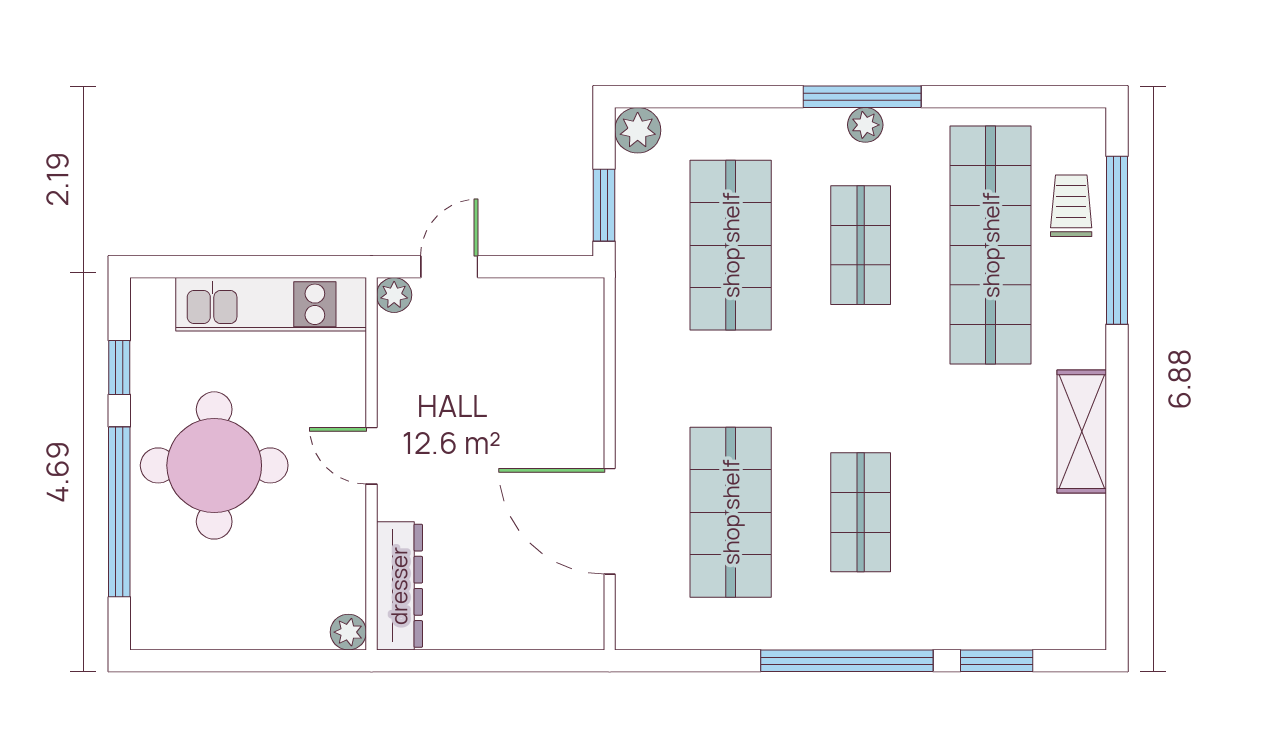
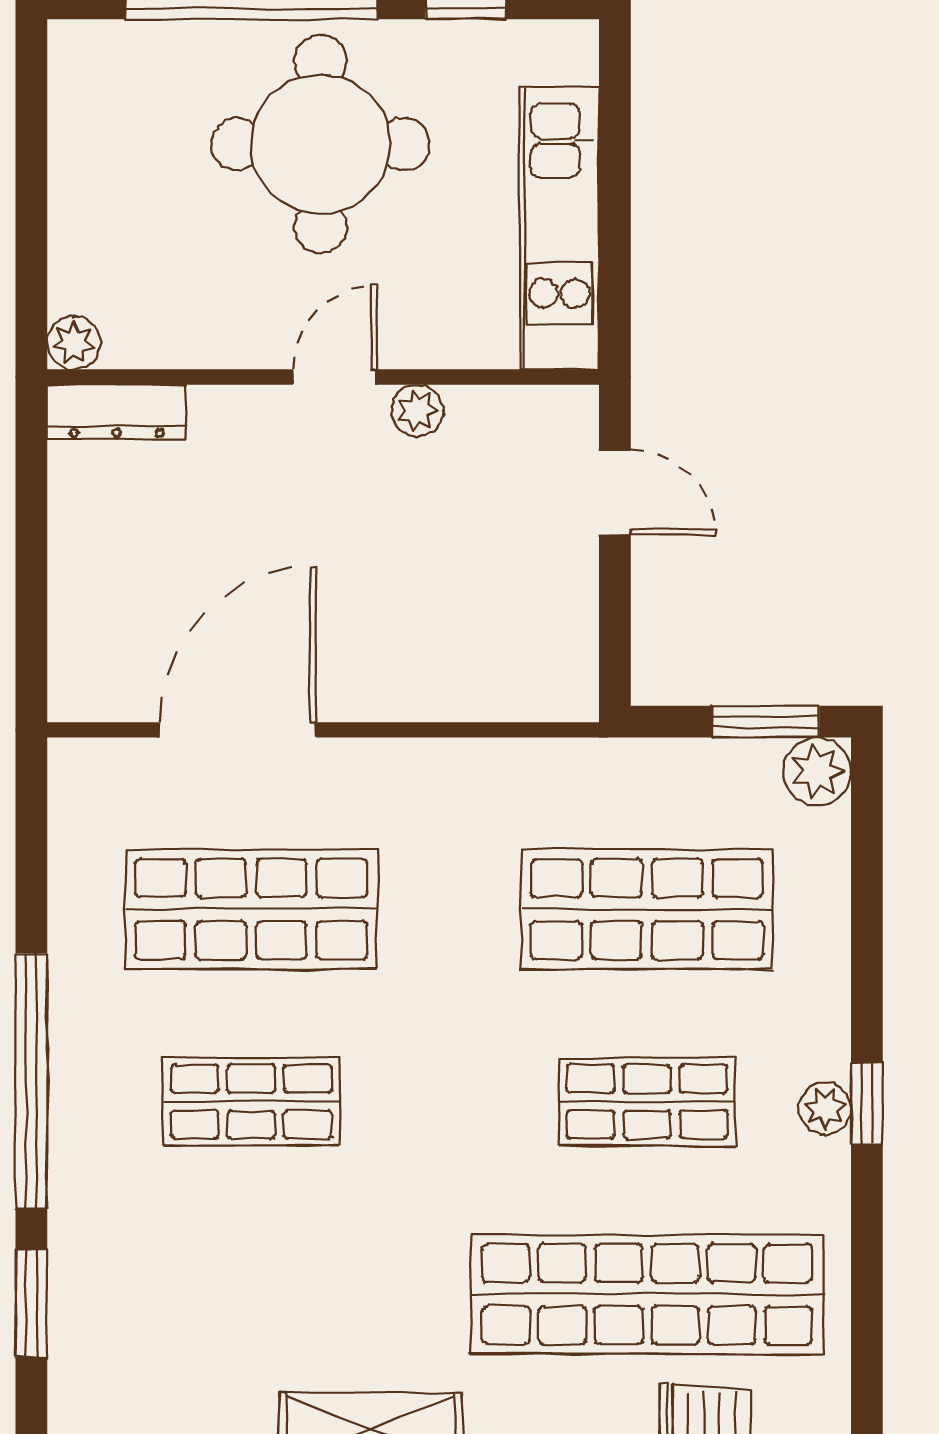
window: (862, 97) -> (867, 1104), width x0.46
window: (604, 205) -> (766, 722), moved
plant: (394, 295) -> (417, 411), moved
dresser: (399, 586) -> (117, 412), width x0.73, depth x0.80

